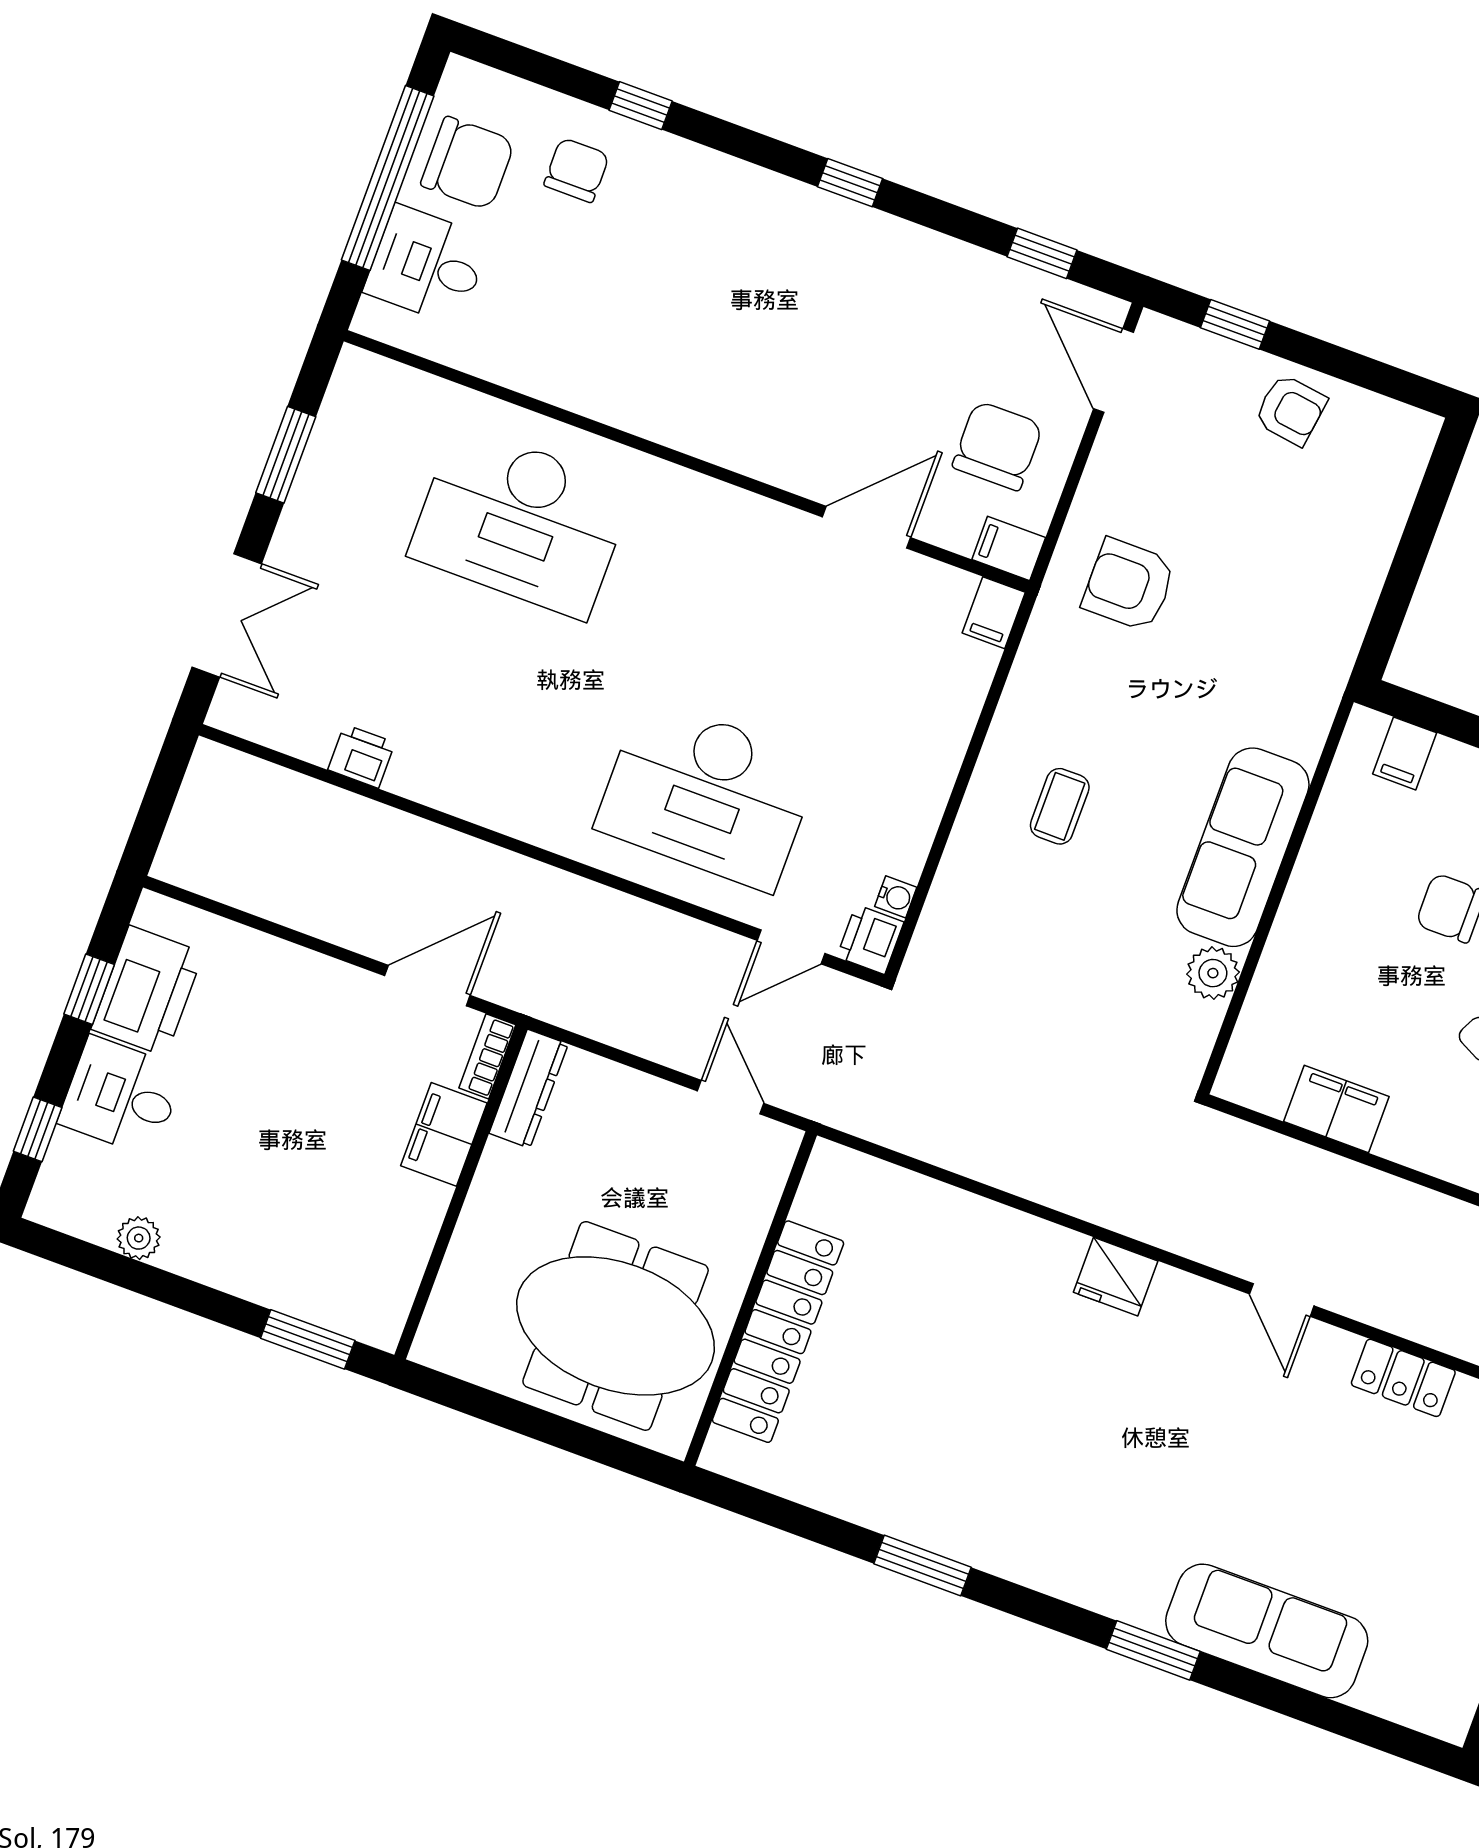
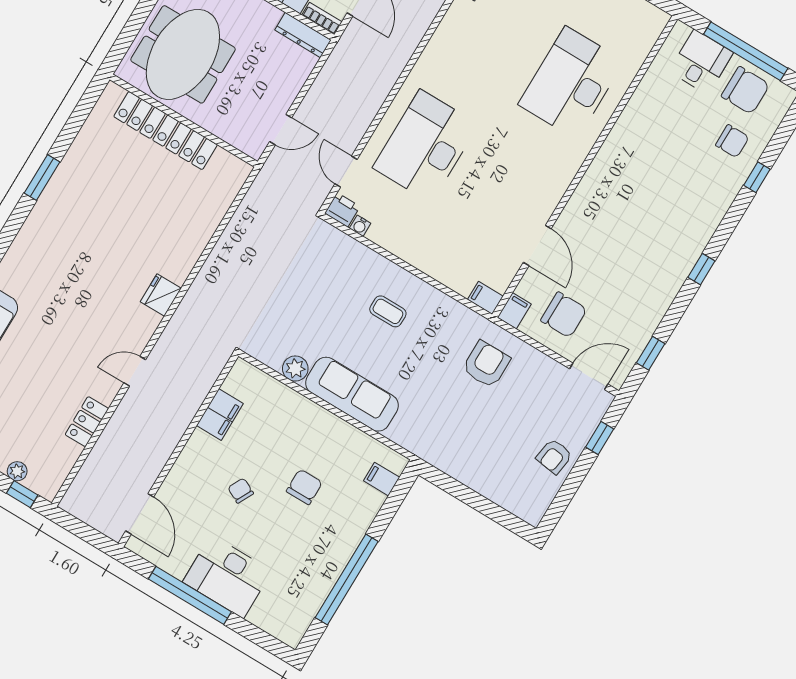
chair: (468, 163) -> (745, 90), turned -90

